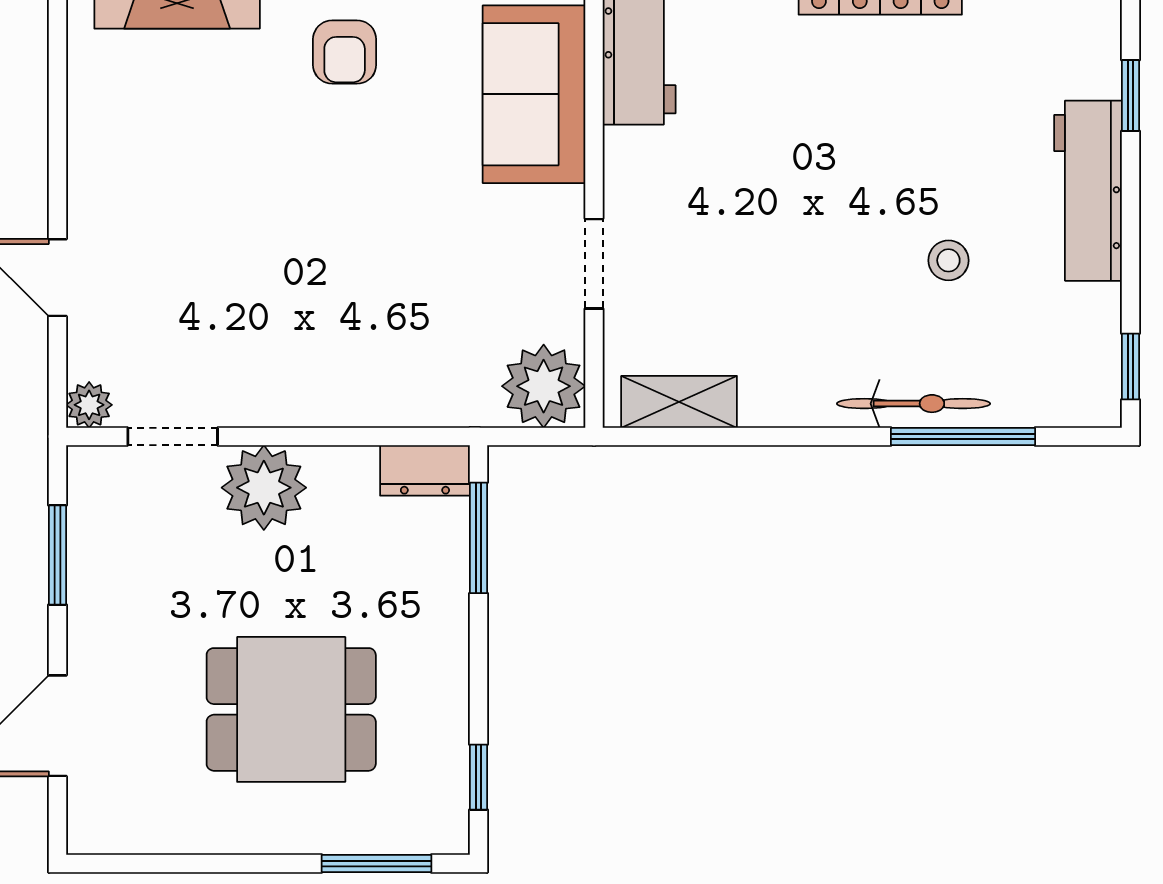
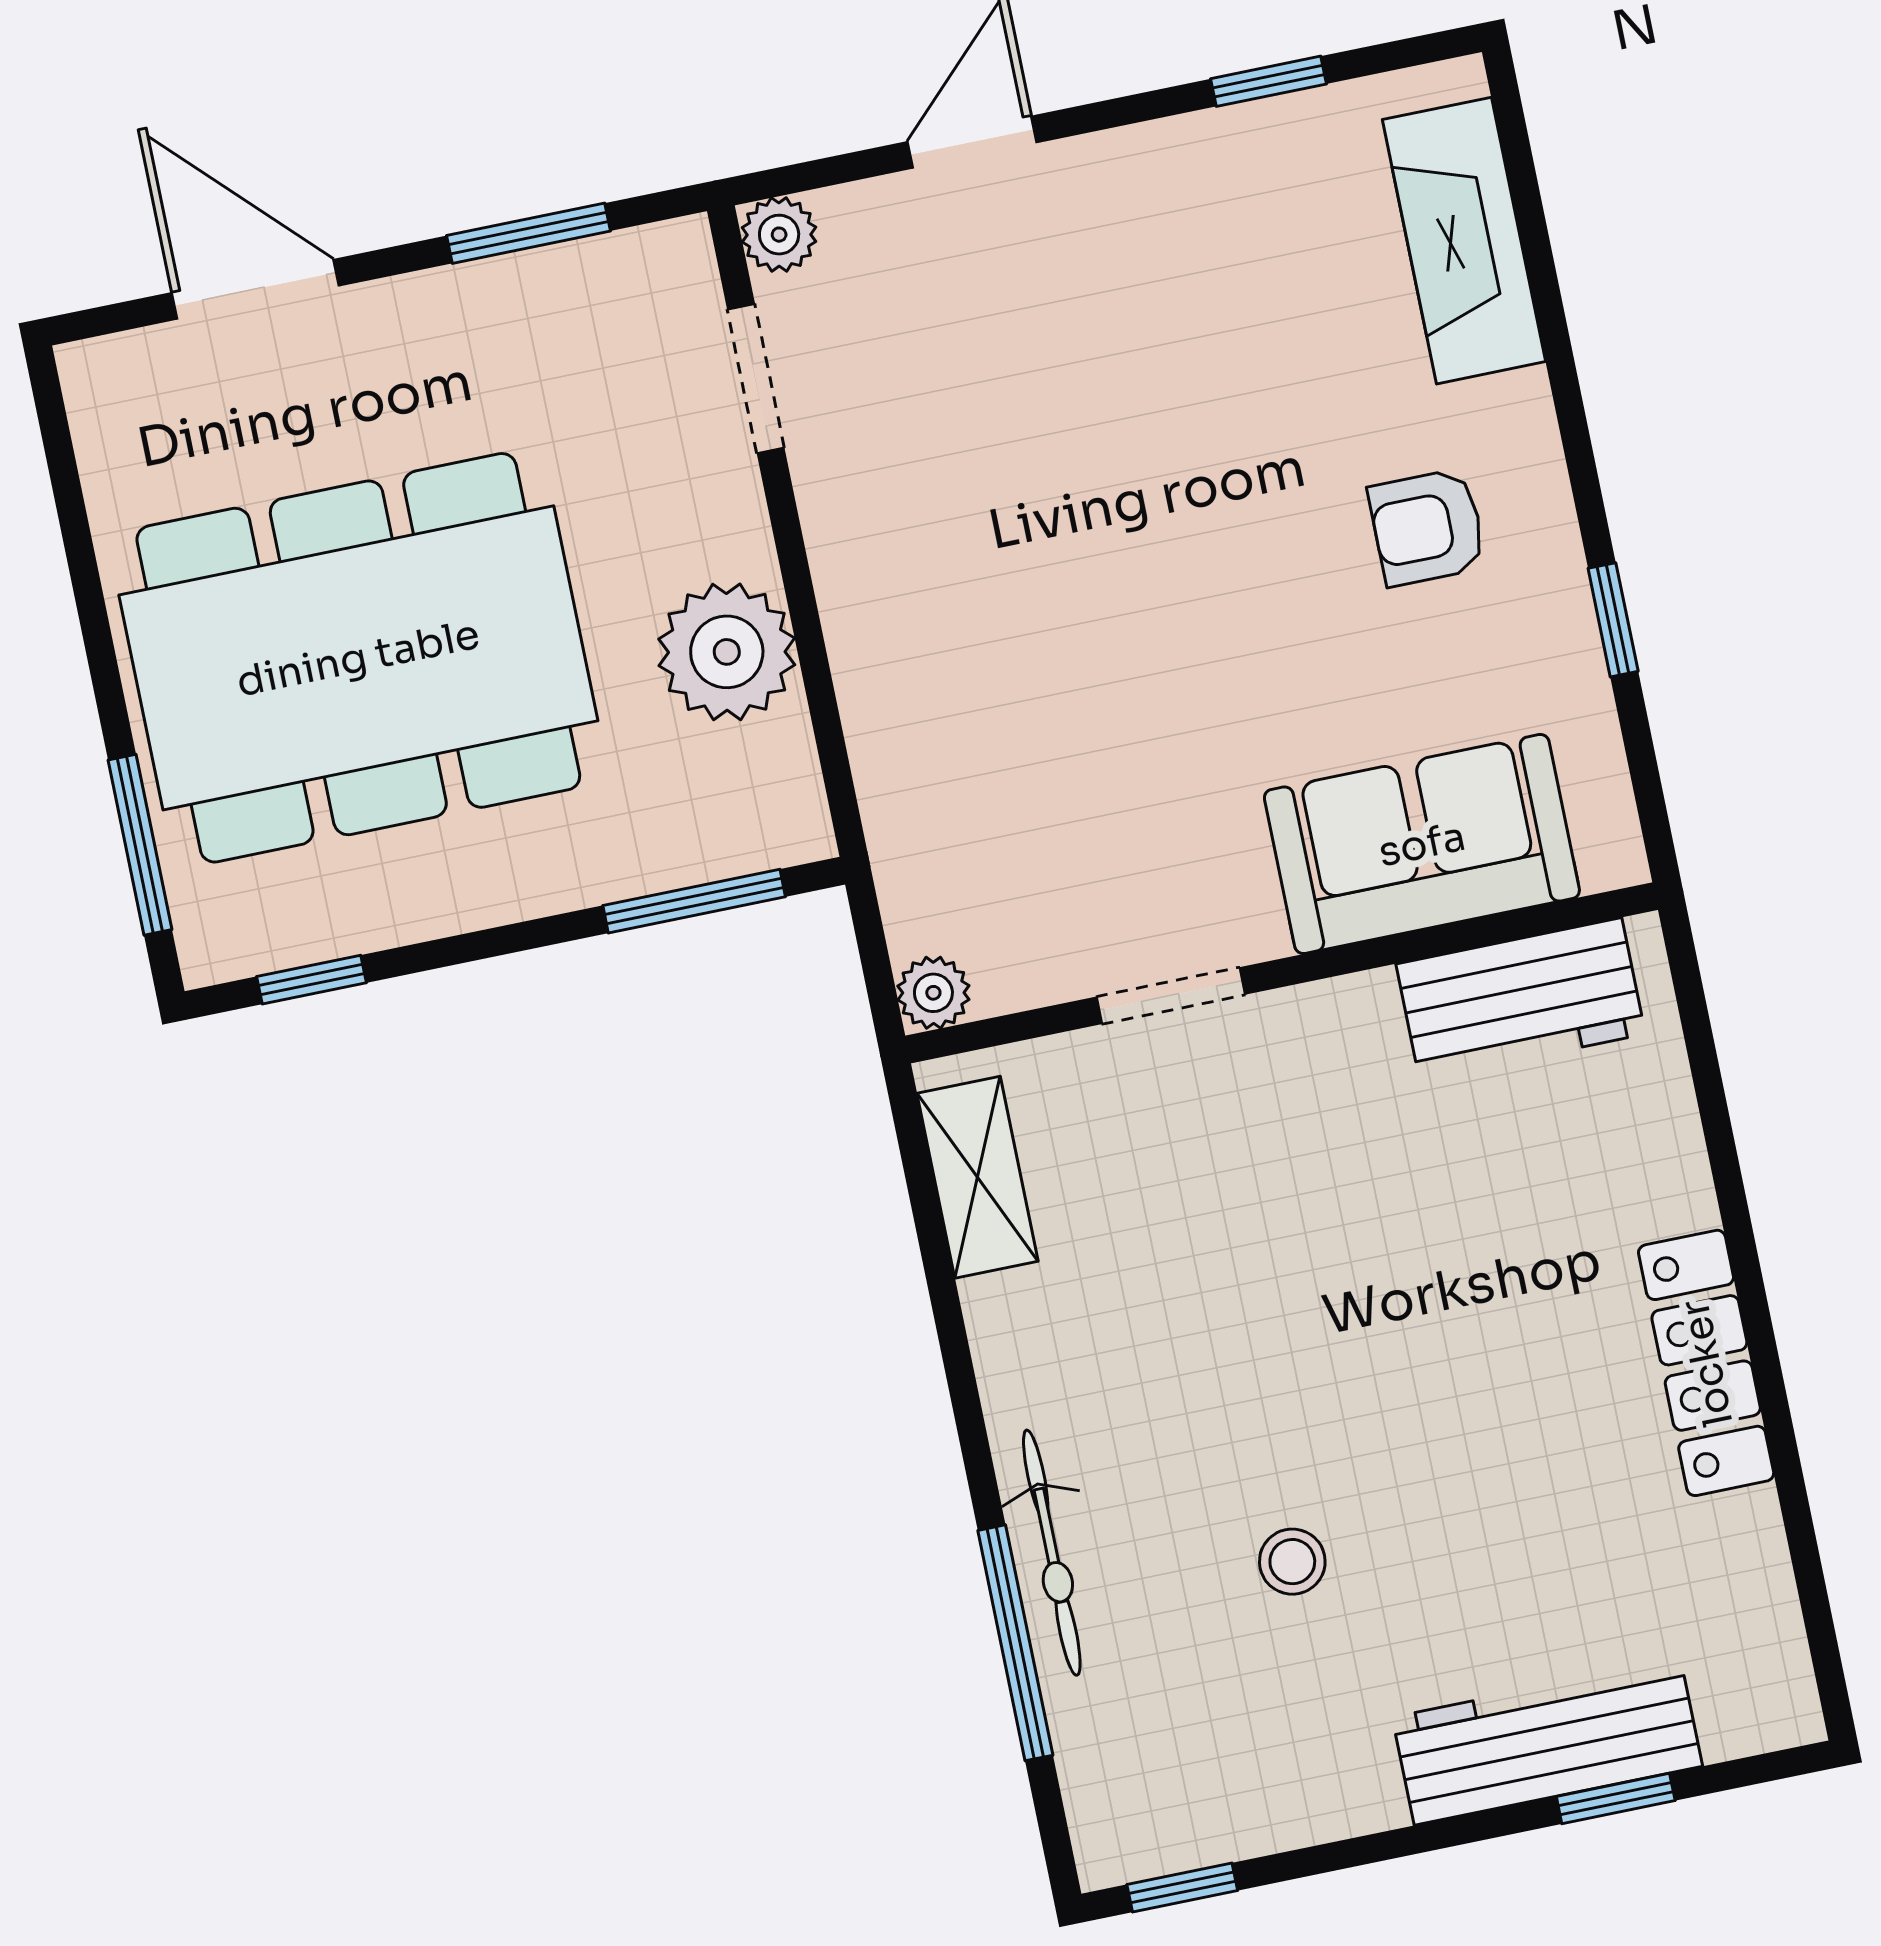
window: (57, 92) -> (1269, 81), added
workbench: (1088, 191) -> (1547, 1742), moved
plant: (544, 386) -> (933, 993), width x0.53, depth x0.53
dresser: (425, 470) -> (784, 793), removed
plant: (264, 488) -> (727, 652), moved
dining table: (291, 709) -> (358, 658), width x1.88, depth x1.24

